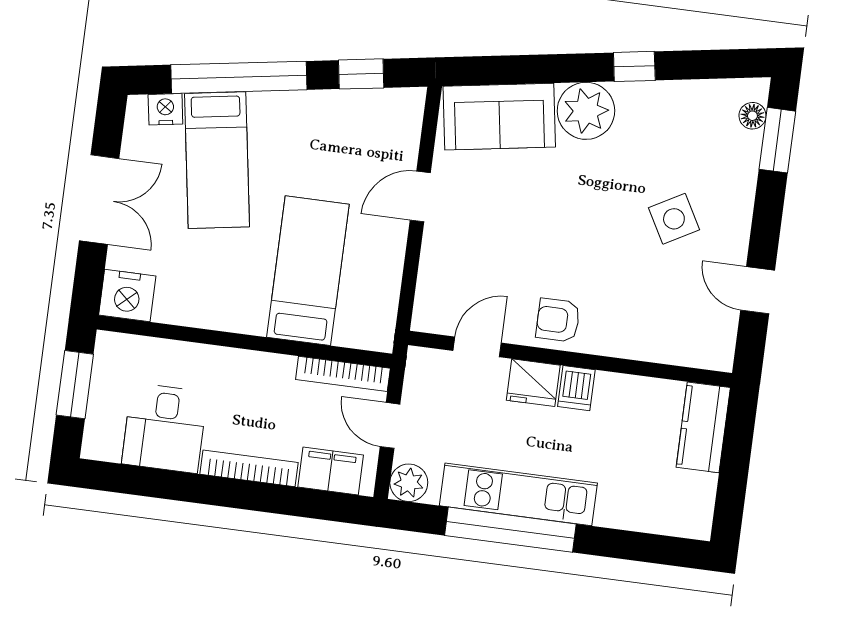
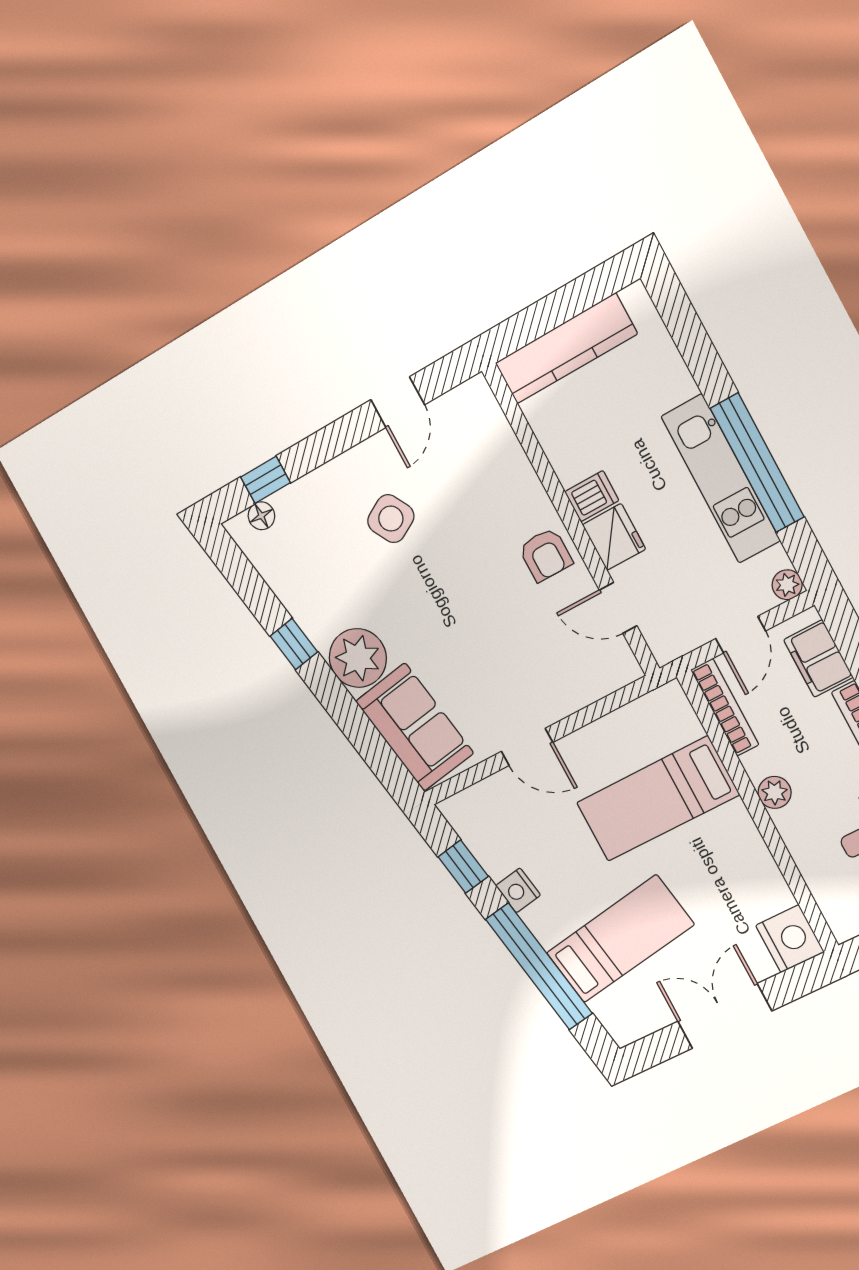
nightstand: (165, 109) -> (518, 890), moved
window: (777, 140) -> (266, 480), width x0.67
plant: (251, 365) -> (775, 792), added
kitchen counter: (703, 427) -> (566, 348), width x1.50
plant: (409, 483) -> (787, 585), width x0.73, depth x0.73

